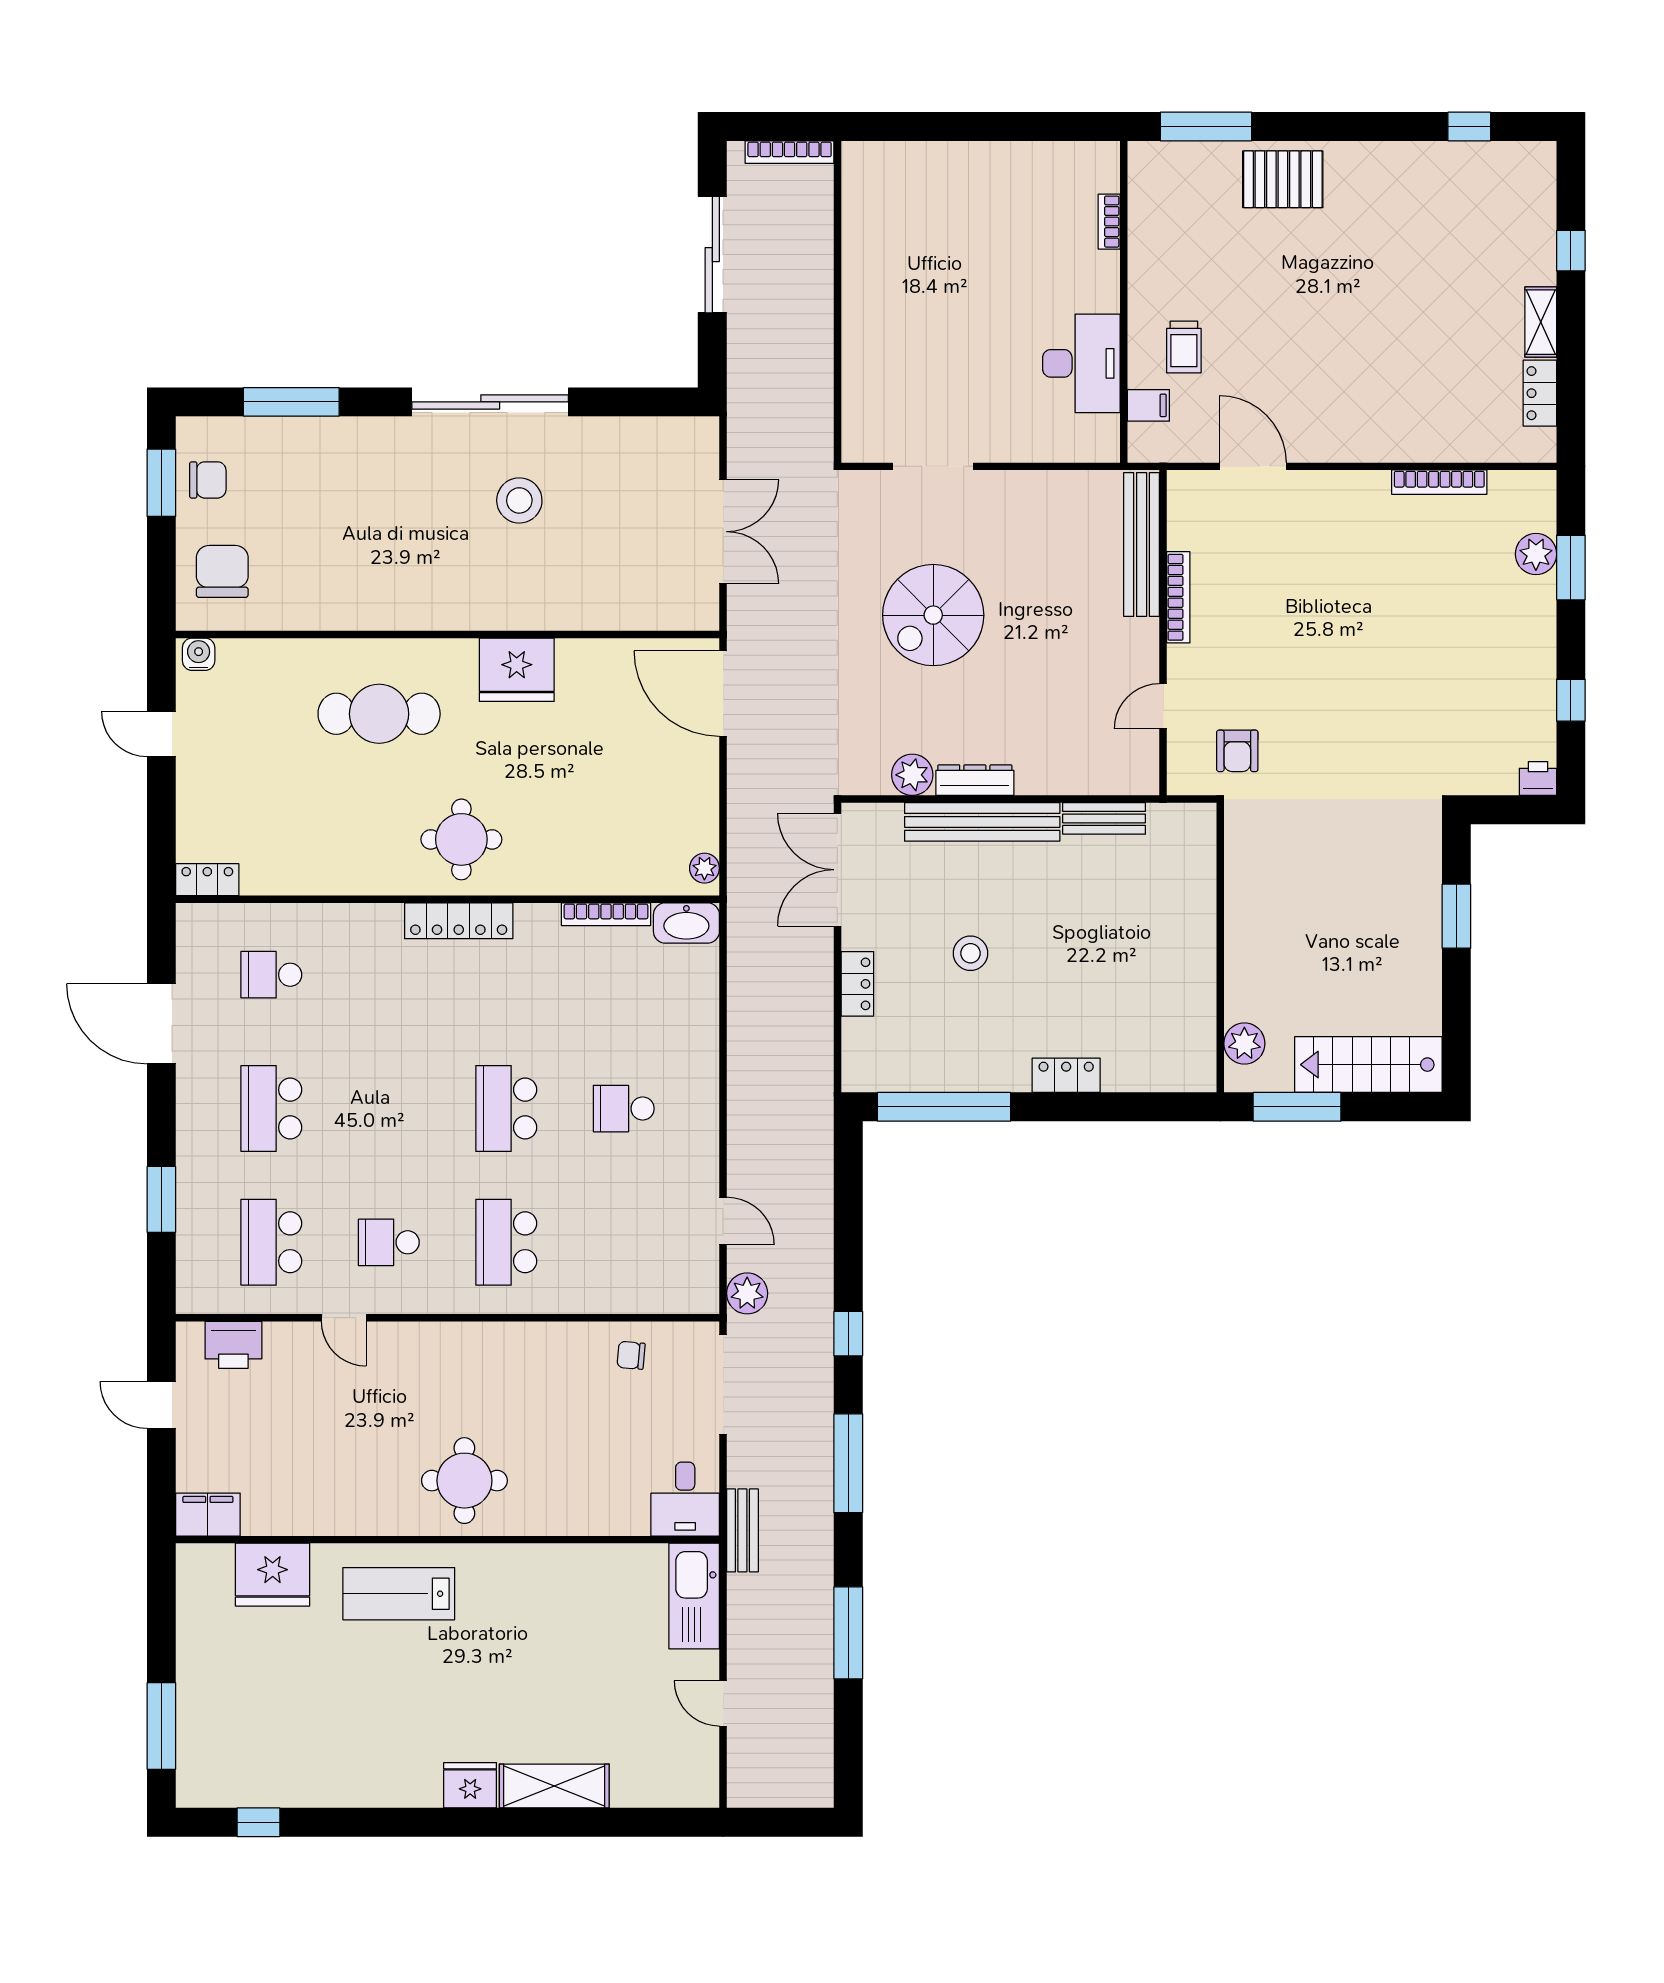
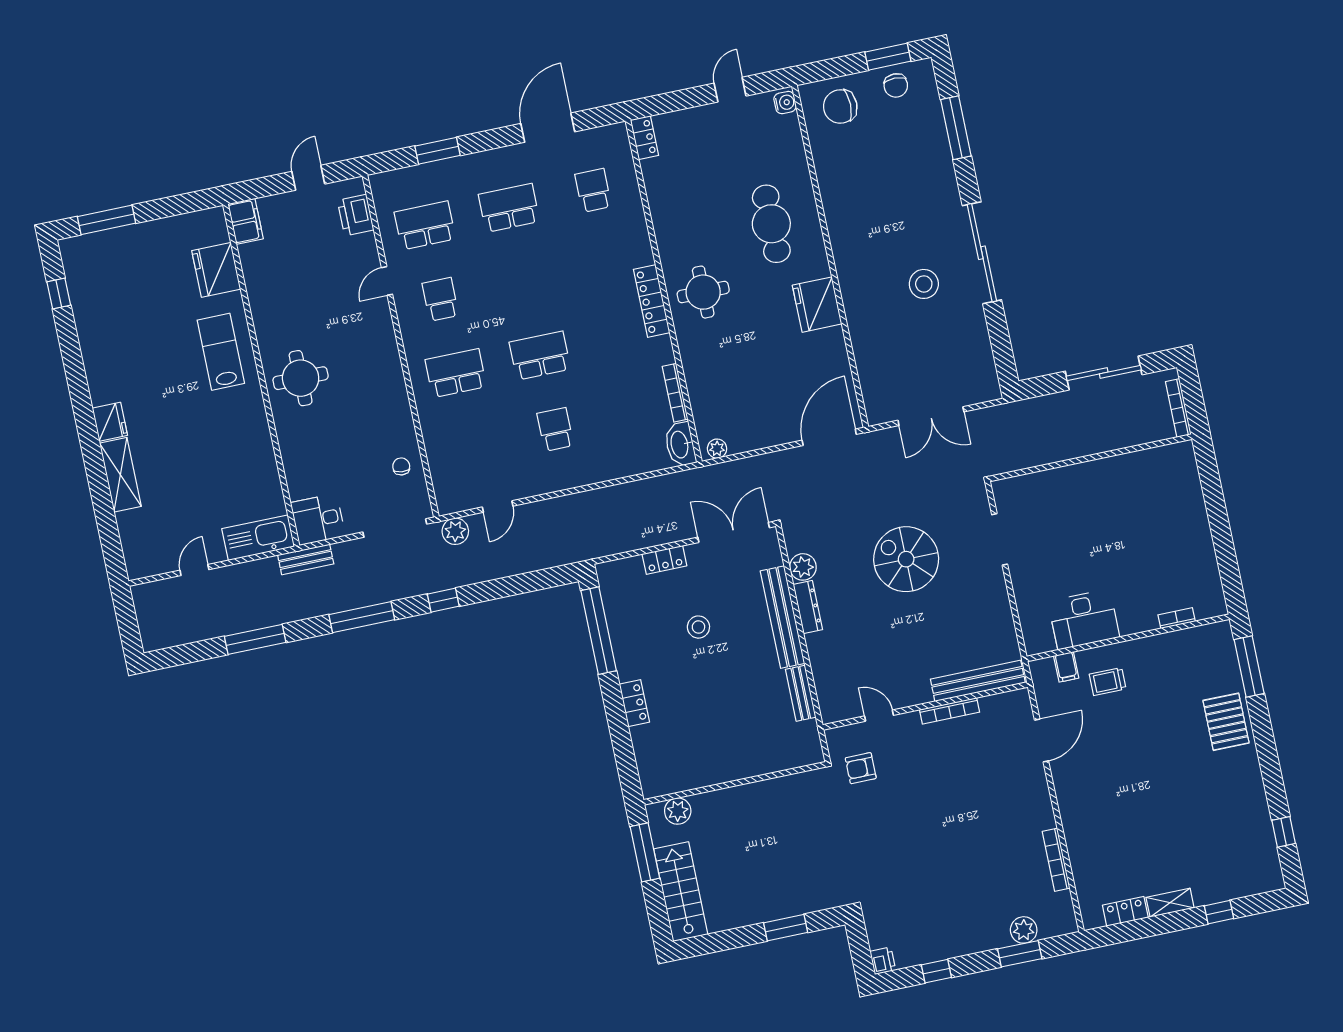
chair: (222, 571) -> (840, 107), turned 180

